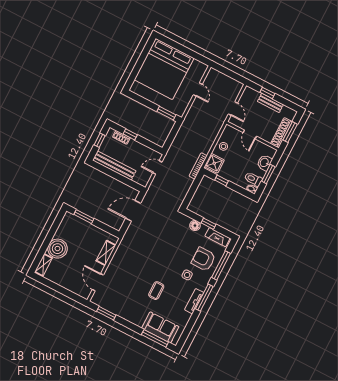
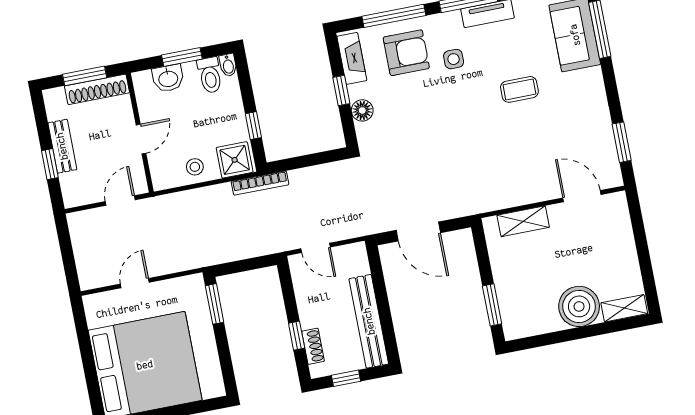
armchair: (203, 259) -> (406, 53), turned -90
door: (98, 282) -> (582, 196), swing flipped

